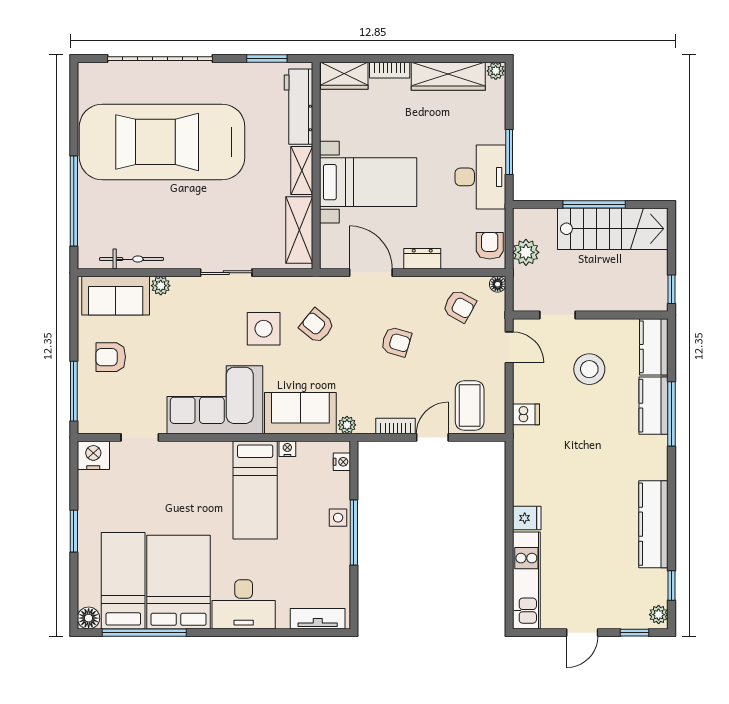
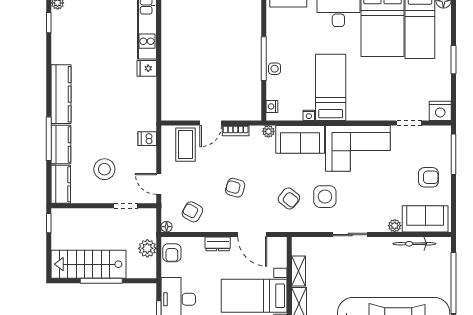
shelving: (299, 230) -> (298, 271), width x0.67, depth x0.75
kitchen counter: (653, 524) -> (61, 94), moved

